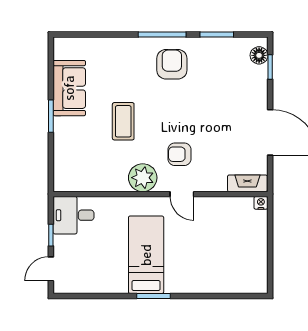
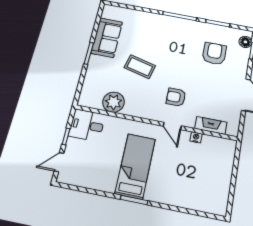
armchair: (172, 64) -> (214, 54), moved
coffee table: (123, 121) -> (140, 67), turned -76
plant: (143, 178) -> (114, 102), moved
fireplace: (247, 183) -> (211, 125), moved
nightstand: (261, 203) -> (196, 137), moved

